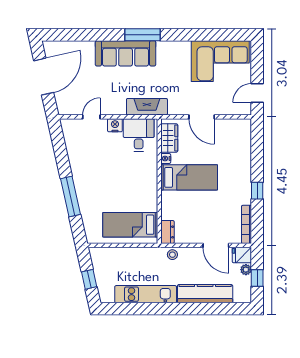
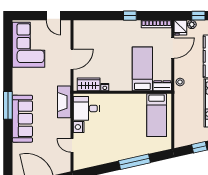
bed: (189, 177) -> (142, 69), moved

